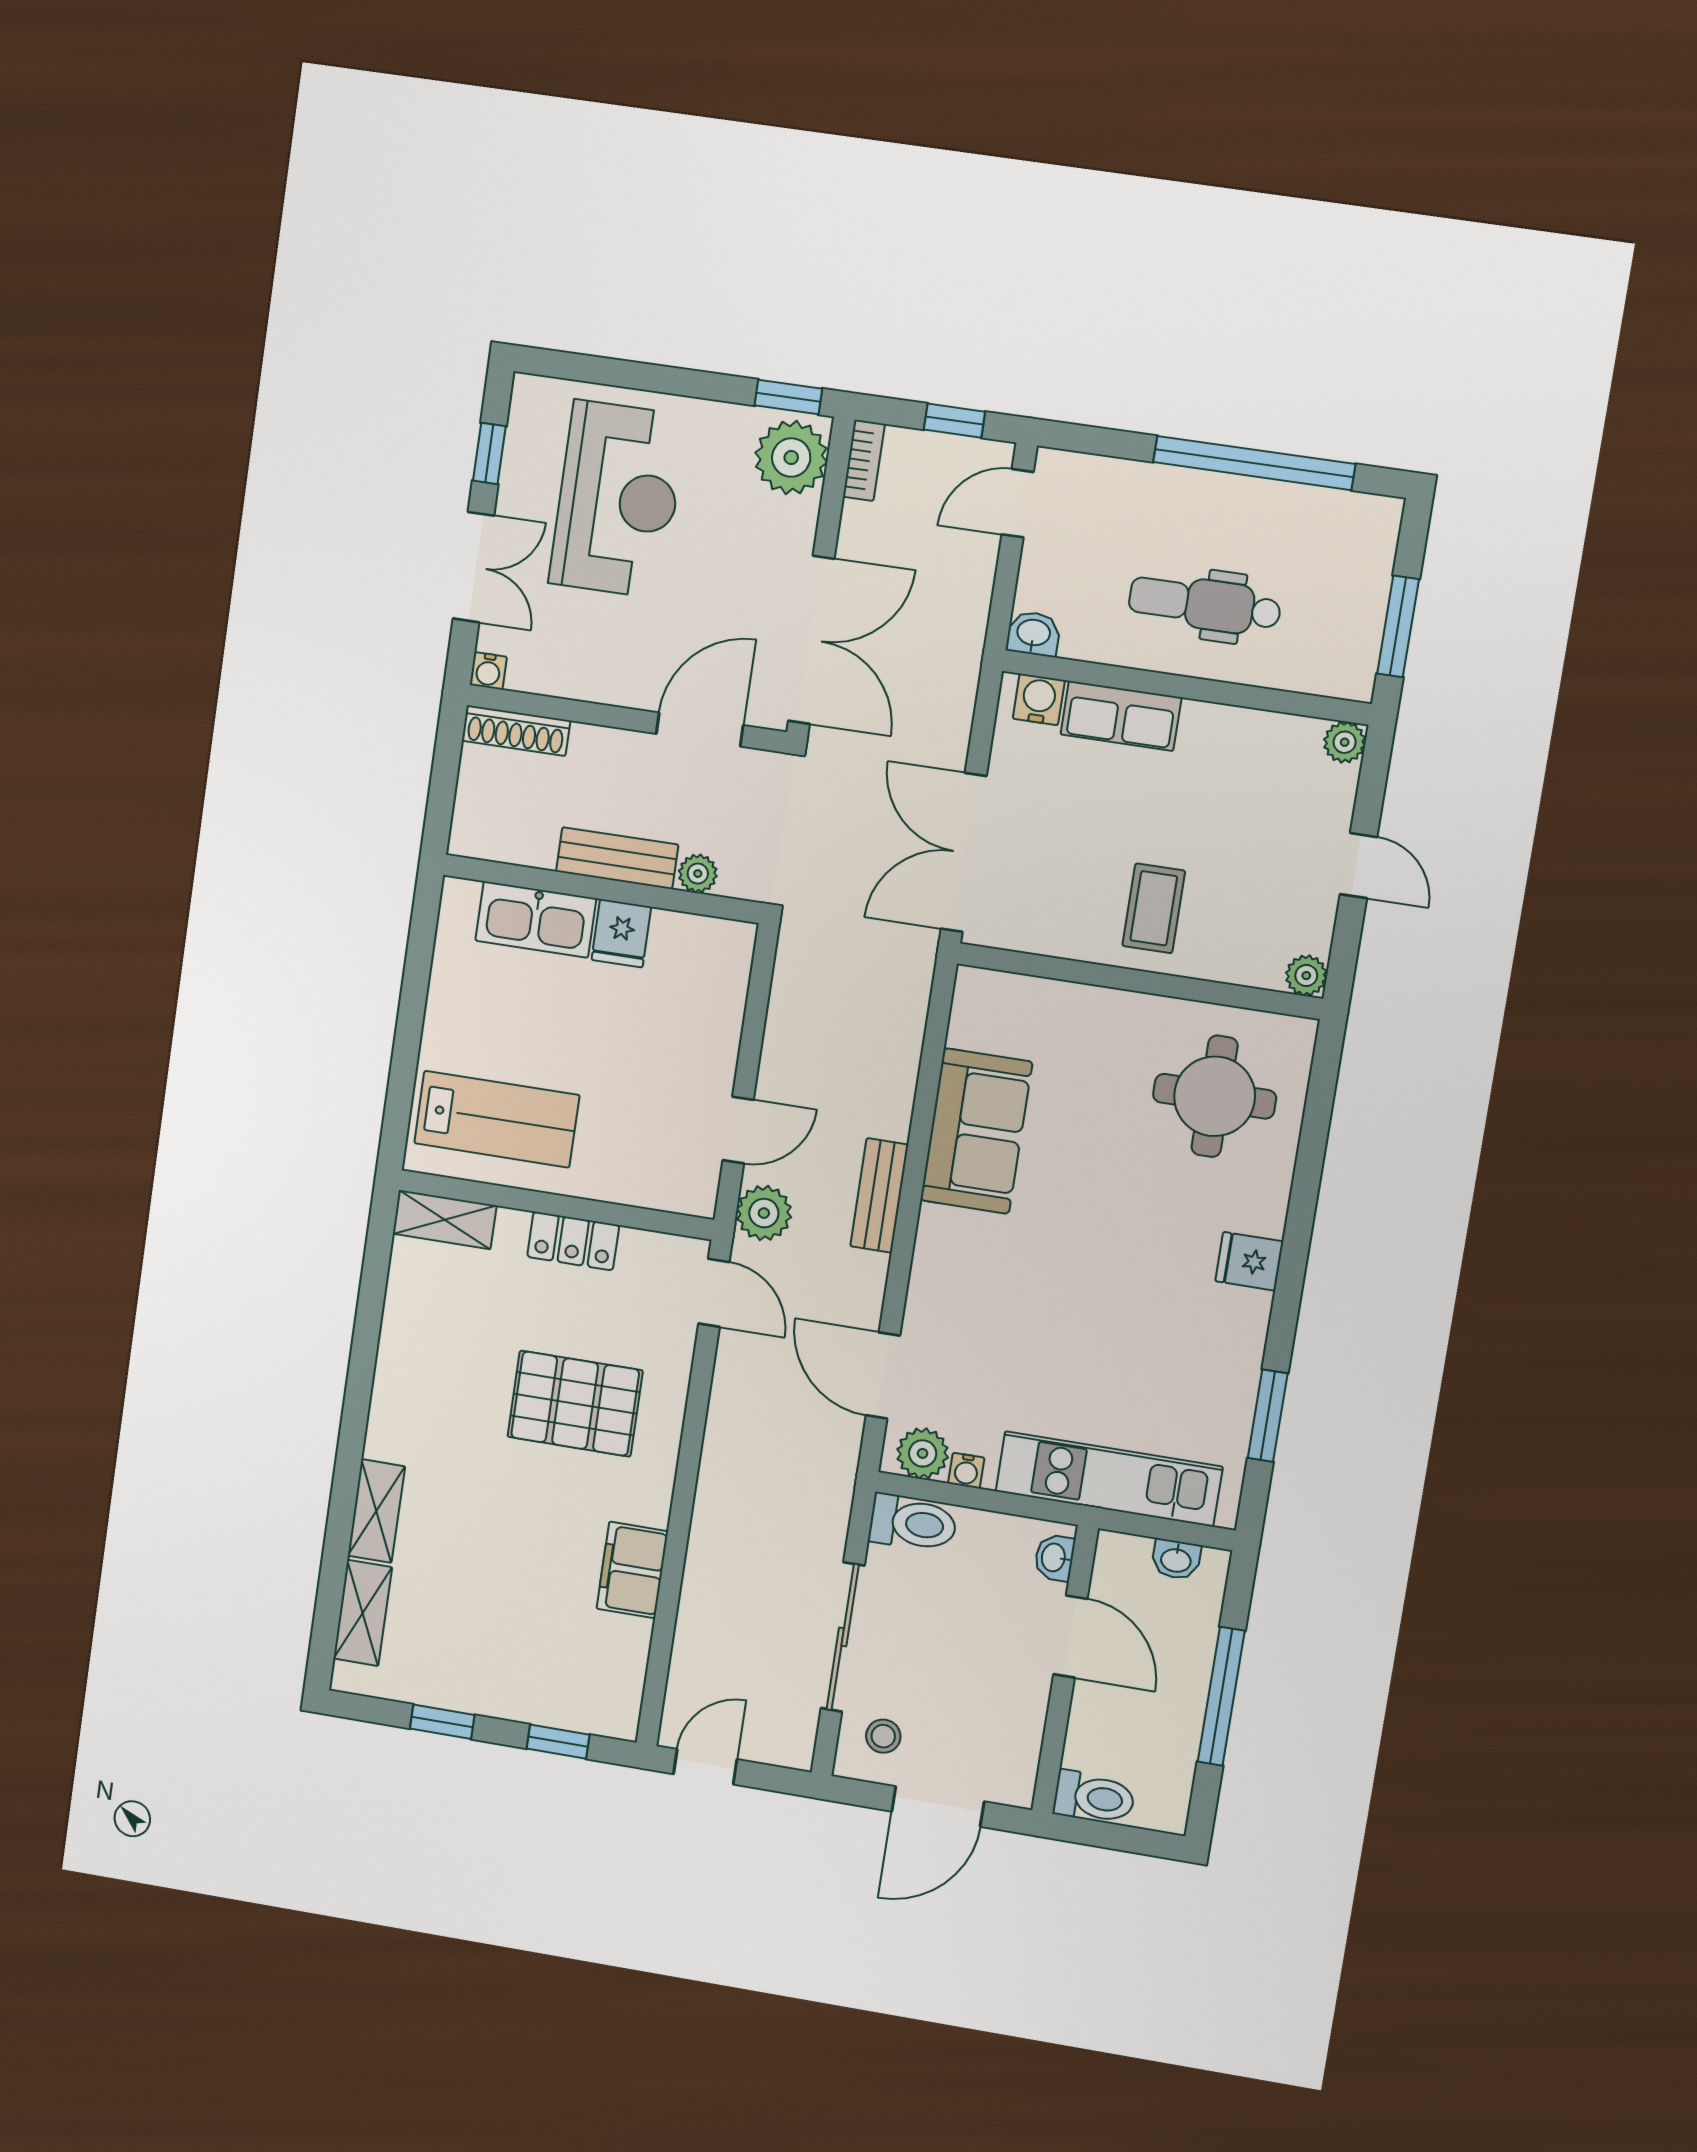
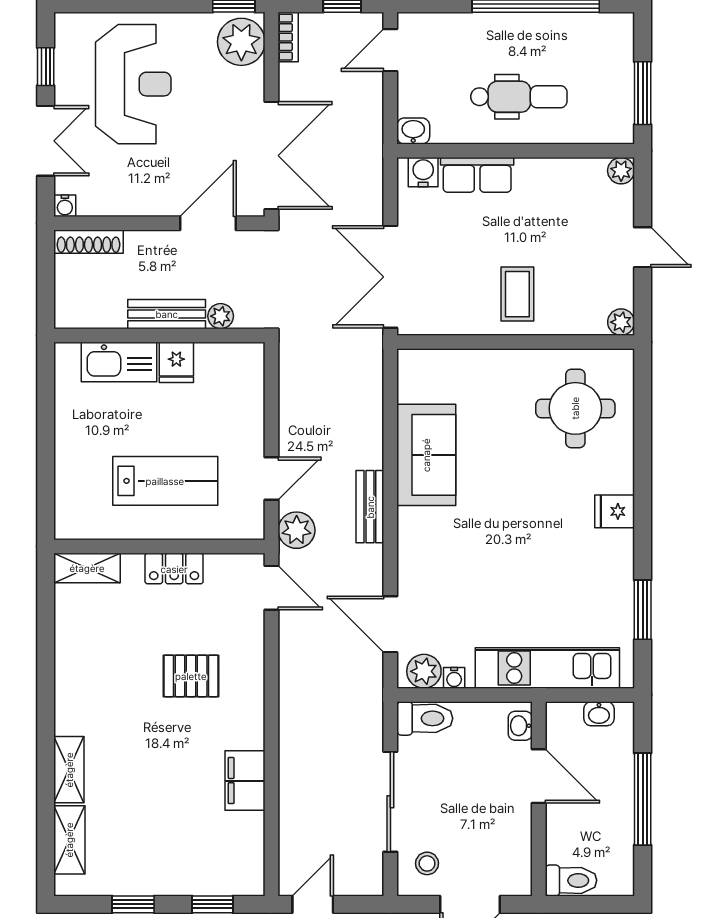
dental chair: (1205, 604) -> (519, 97), turned 180
lab bench: (497, 1119) -> (165, 481), moved
pallet: (575, 1404) -> (191, 676), width x0.67, depth x0.71

